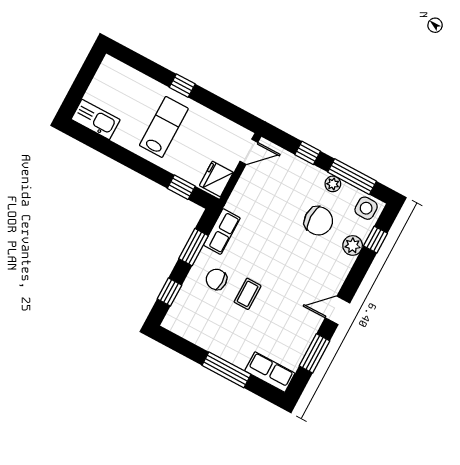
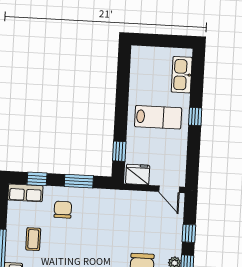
kitchen sink: (96, 119) -> (182, 75), moved, turned 180
row of seats: (222, 232) -> (25, 193), moved
coffee table: (248, 294) -> (33, 239), moved, turned 90

